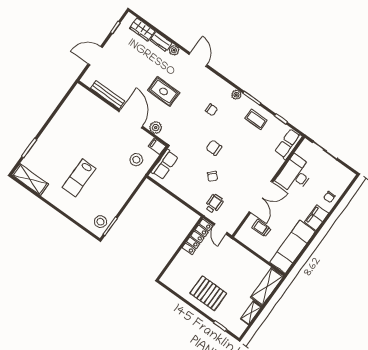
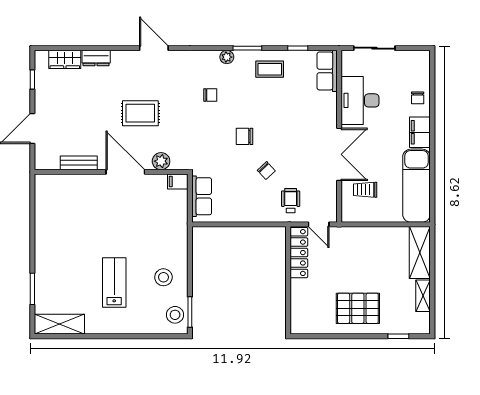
plant: (174, 50) -> (118, 57), removed
bench: (108, 95) -> (79, 163), width x0.73
stool: (136, 160) -> (163, 277), moved
lab bench: (79, 178) -> (114, 282), turned 180

